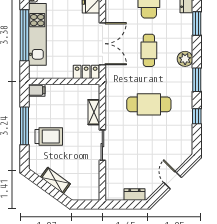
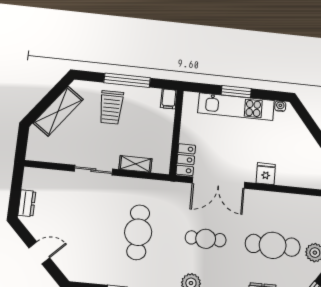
window: (24, 35) -> (236, 92), width x0.47
shelving: (55, 181) -> (58, 111), width x1.50, depth x1.33

